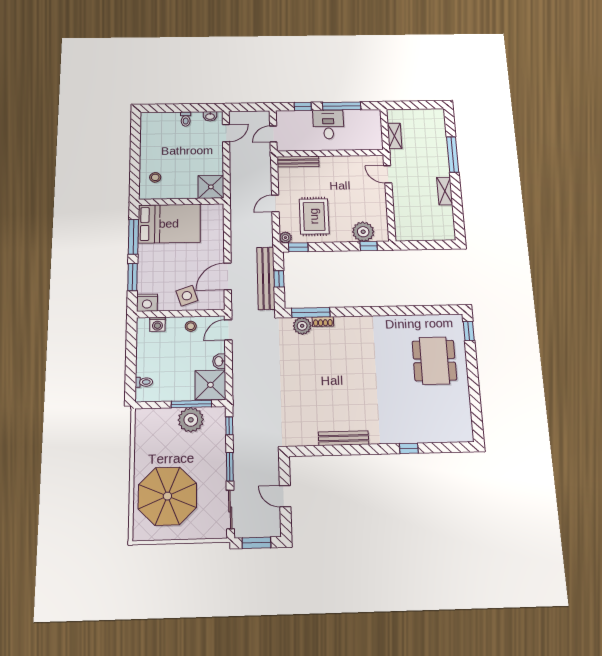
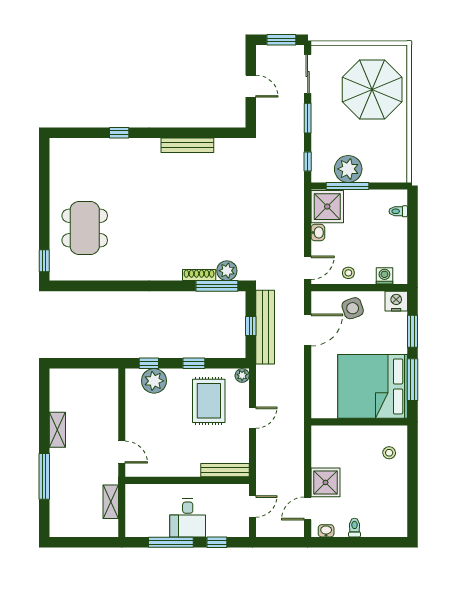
shower: (211, 187) -> (326, 482), moved
bed: (169, 224) -> (373, 386), width x1.36
window: (298, 247) -> (194, 363), moved
shoe rack: (323, 322) -> (199, 275), width x1.43

